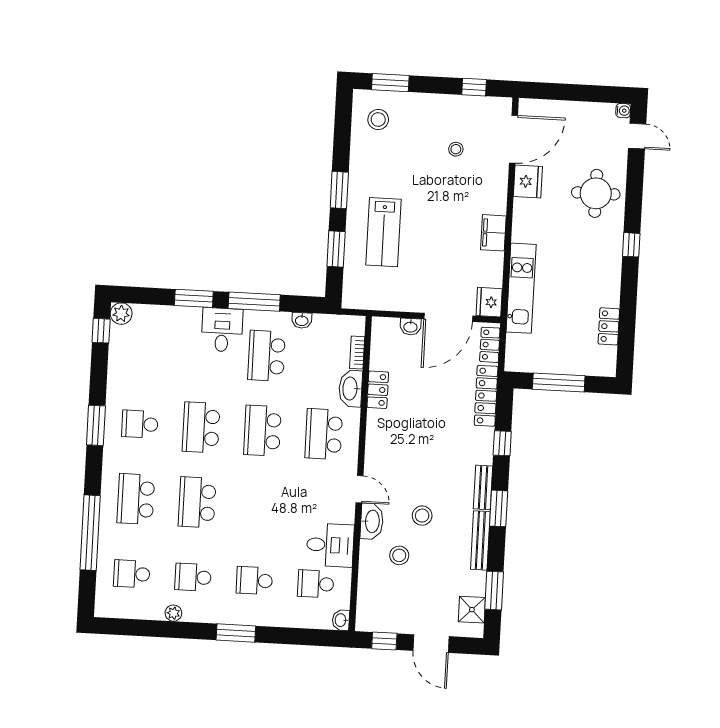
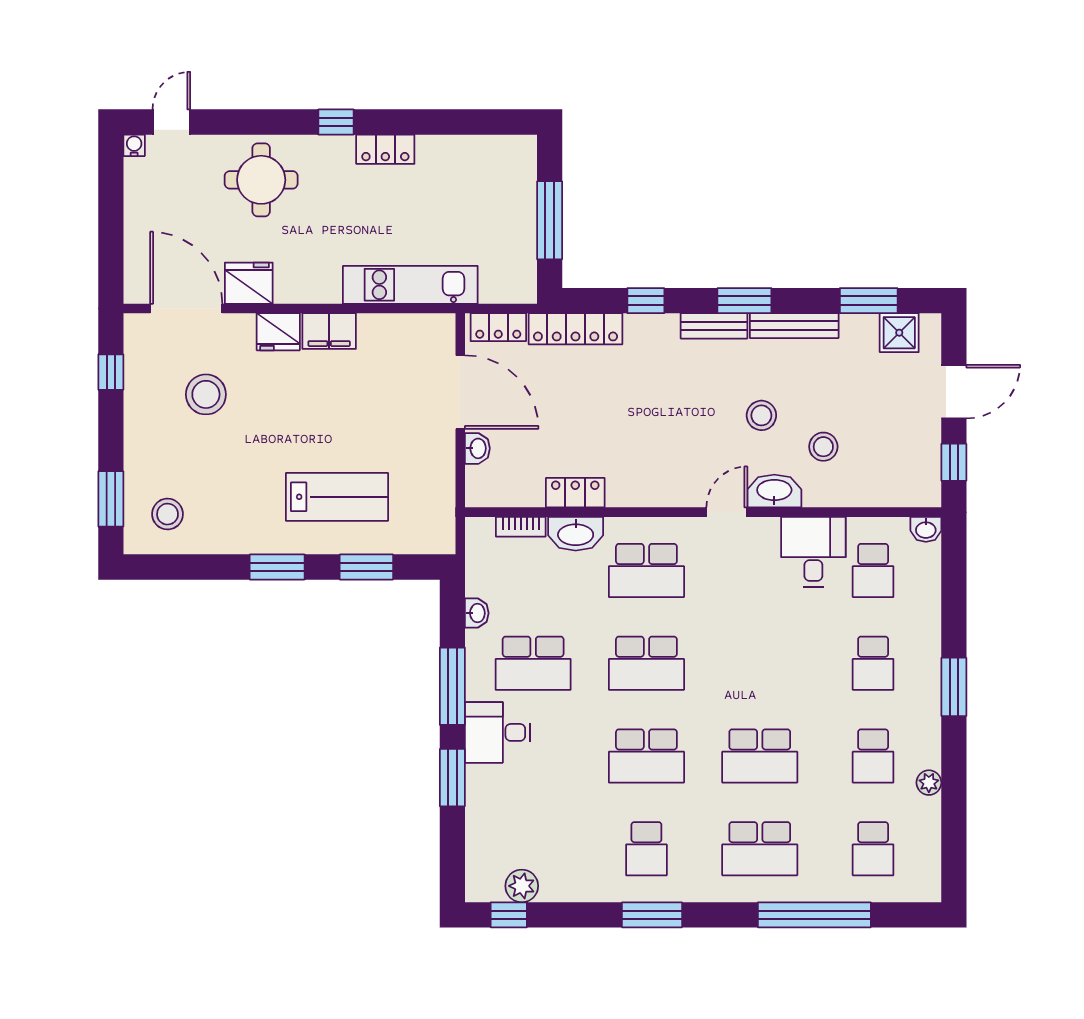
stool: (456, 149) -> (206, 394), width x1.89, depth x1.89
fridge: (489, 302) -> (278, 332), moved
plant: (121, 314) -> (522, 886), moved
locker: (609, 326) -> (385, 149), moved

